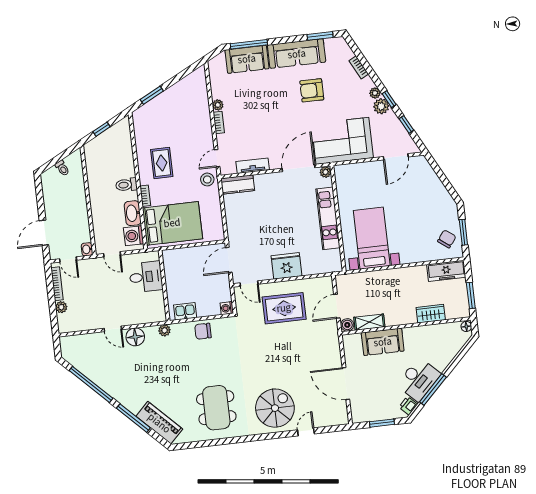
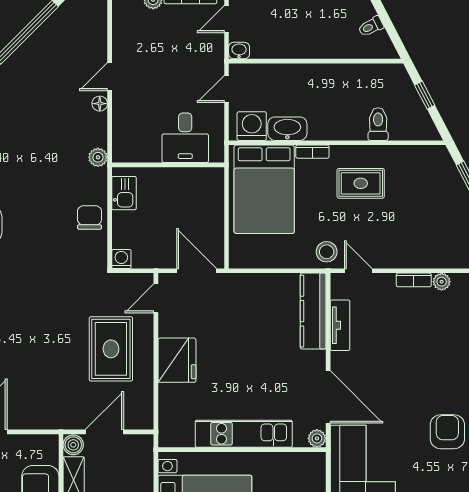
toilet: (126, 185) -> (378, 124), moved
kitchen counter: (238, 185) -> (313, 311), width x1.50
door: (337, 306) -> (104, 432), hinge flipped
floor lamp: (135, 337) -> (100, 104), width x0.53, depth x0.53

